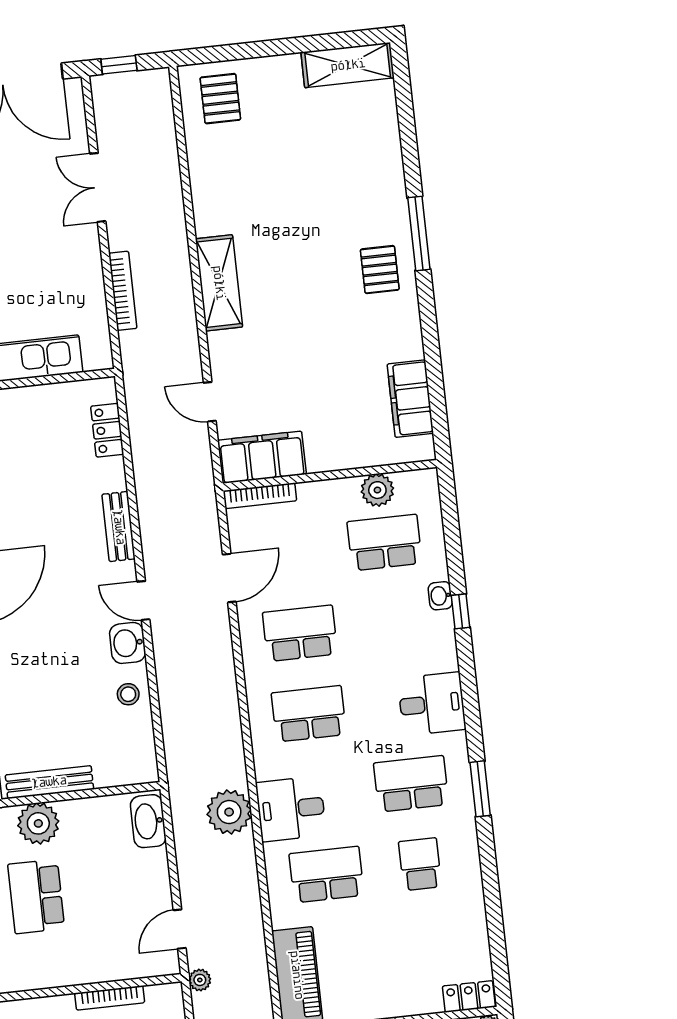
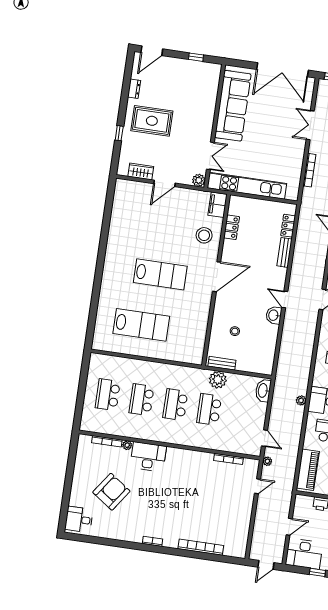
bench: (119, 527) -> (285, 252), moved
stool: (128, 694) -> (235, 331), moved
bench: (49, 782) -> (222, 363), width x0.73
plant: (229, 812) -> (301, 400), width x0.53, depth x0.53
door: (180, 929) -> (265, 438), swing flipped

